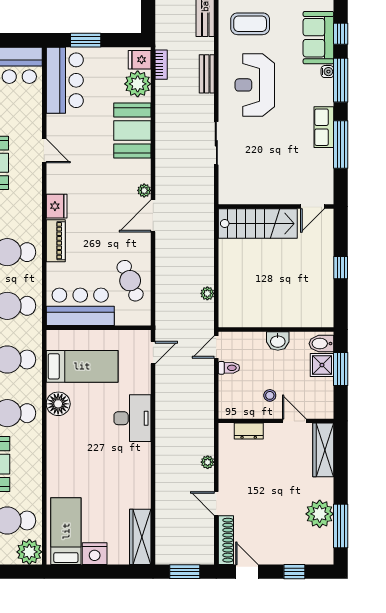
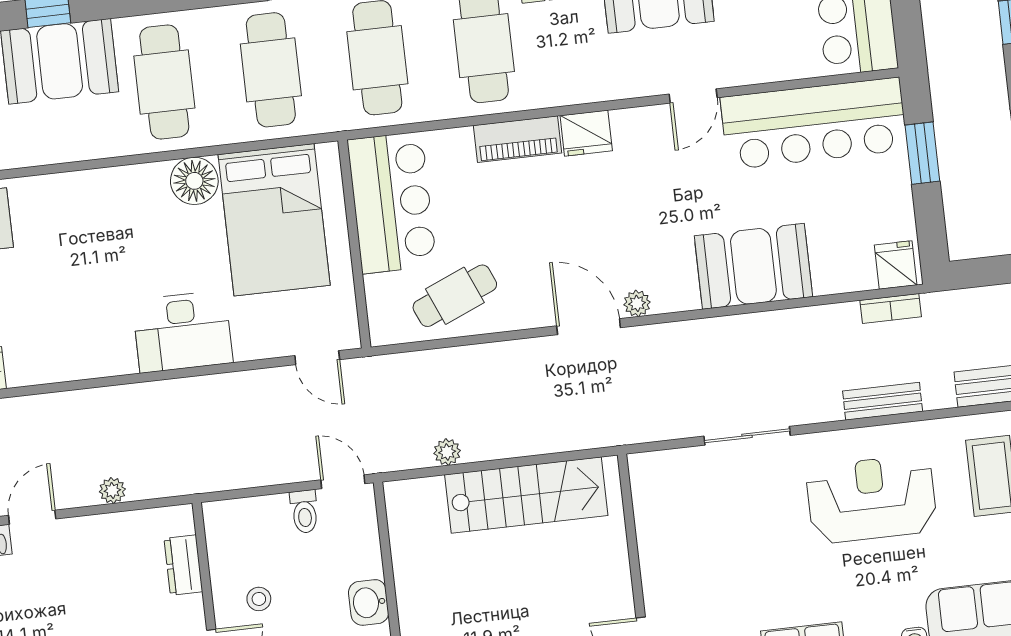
bar counter: (65, 80) -> (814, 123), width x1.36
plant: (138, 84) -> (847, 266), removed
stairs: (258, 224) -> (526, 495), moved, turned -90
bed: (82, 366) -> (274, 220), width x1.50

